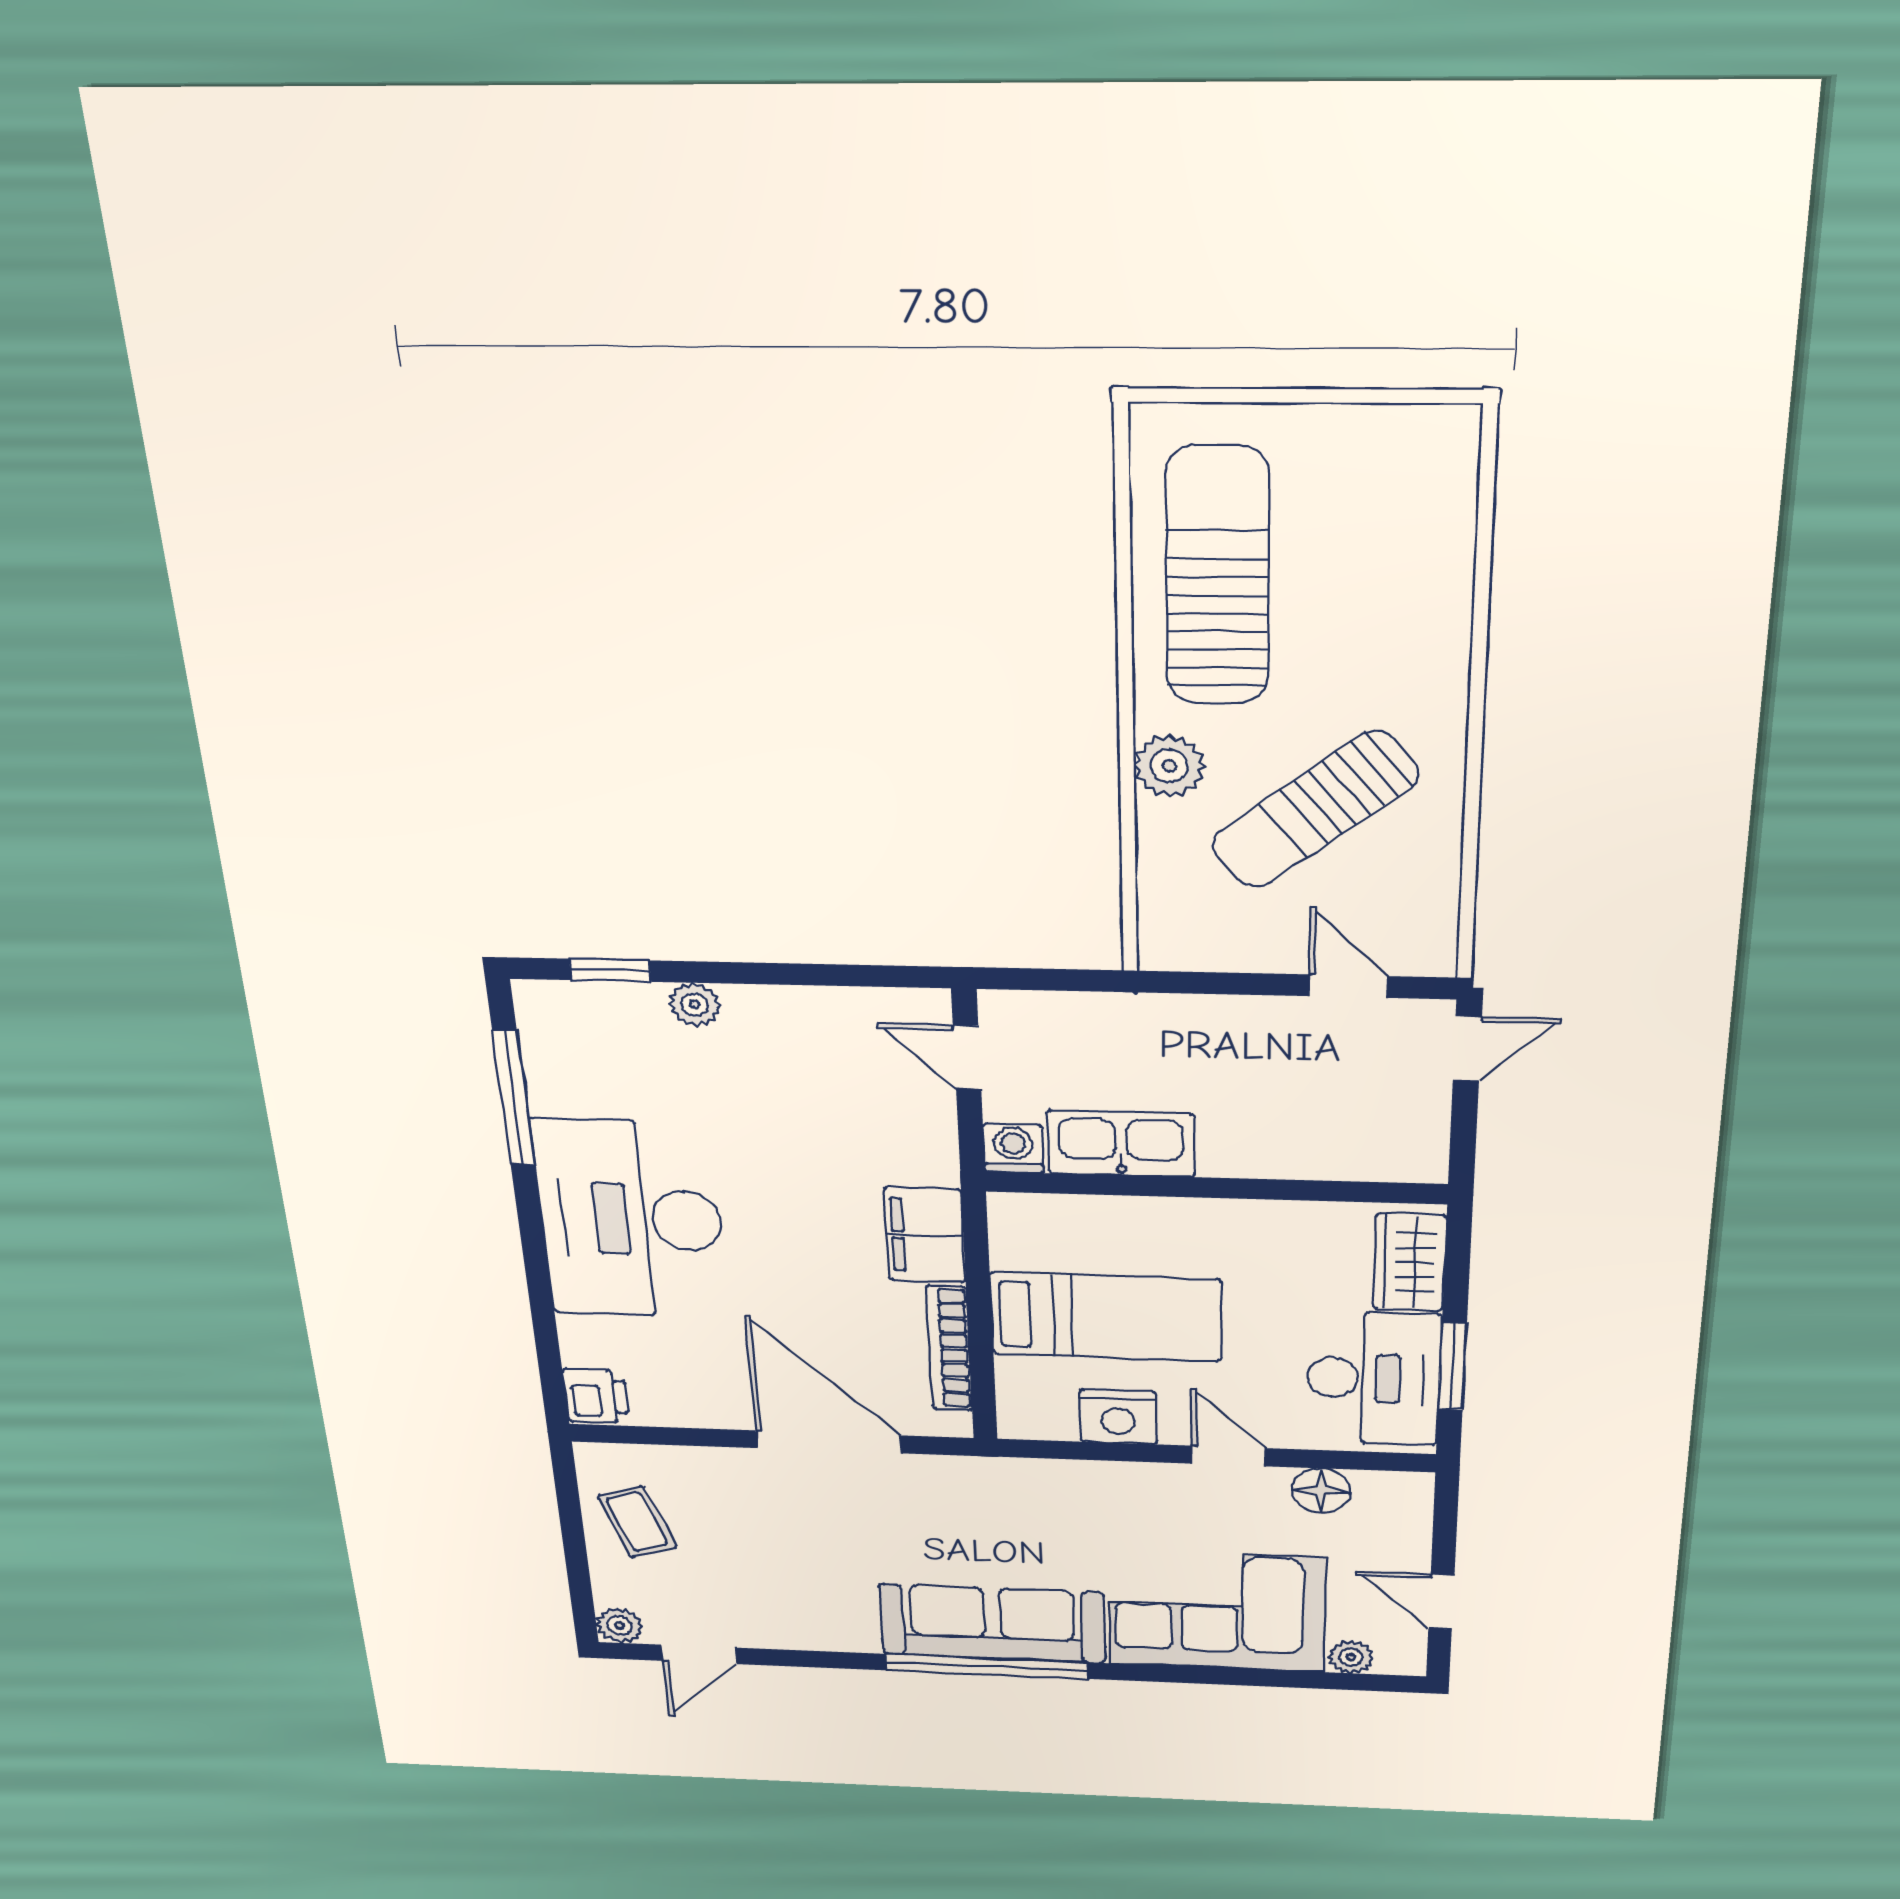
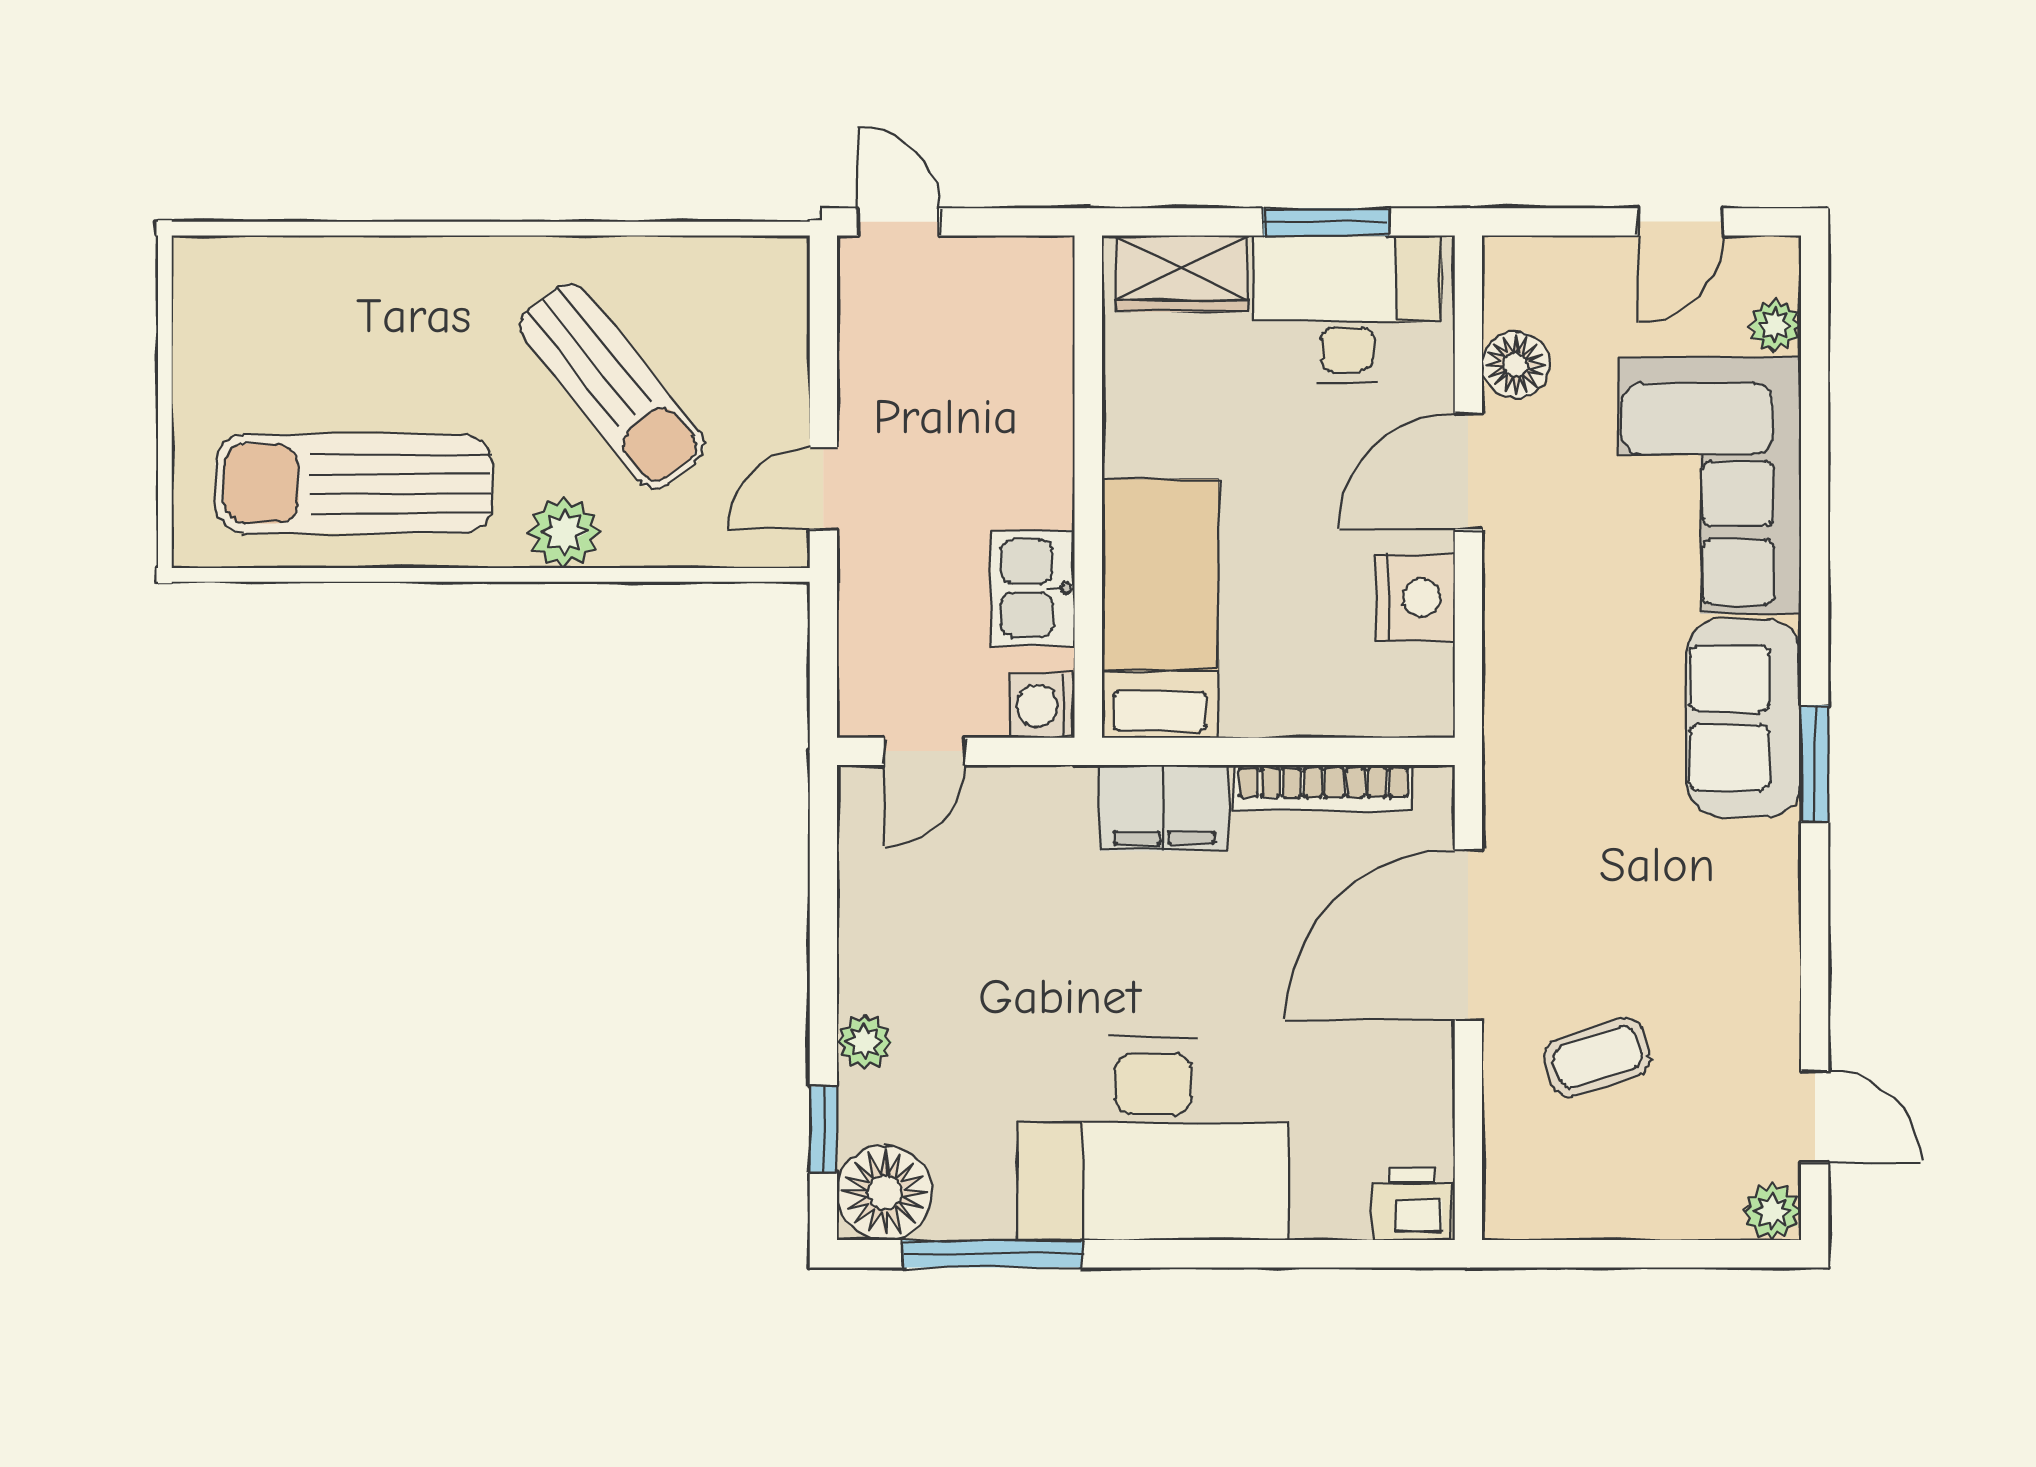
door: (1348, 986) -> (823, 488), moved
floor lamp: (558, 1017) -> (884, 1193), added
kitchen sink: (1121, 1144) -> (1033, 588), width x0.73
bed: (1106, 1317) -> (1160, 609), moved
door: (1229, 1456) -> (1468, 471), width x1.38
coffee table: (637, 1522) -> (1597, 1057), moved
sofa: (992, 1623) -> (1744, 718), width x0.73
window: (987, 1666) -> (1815, 763), width x0.47

